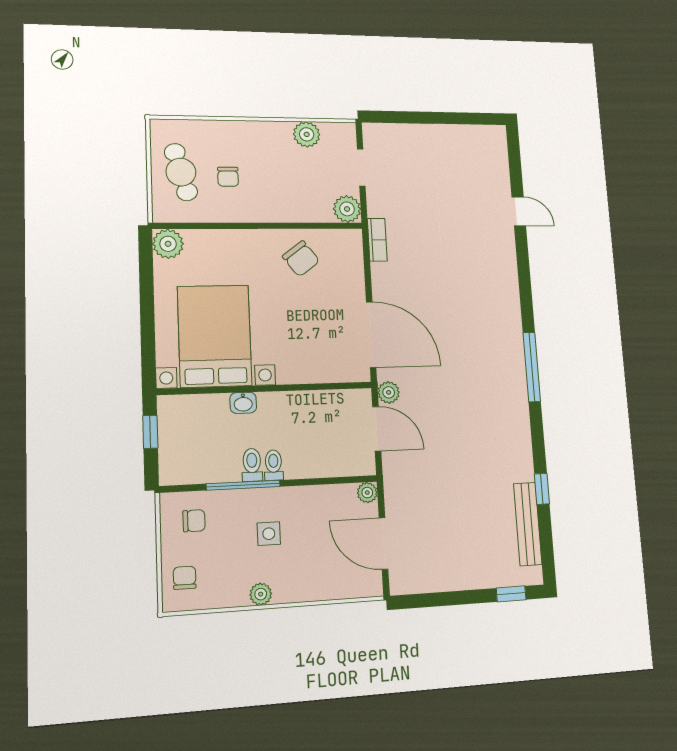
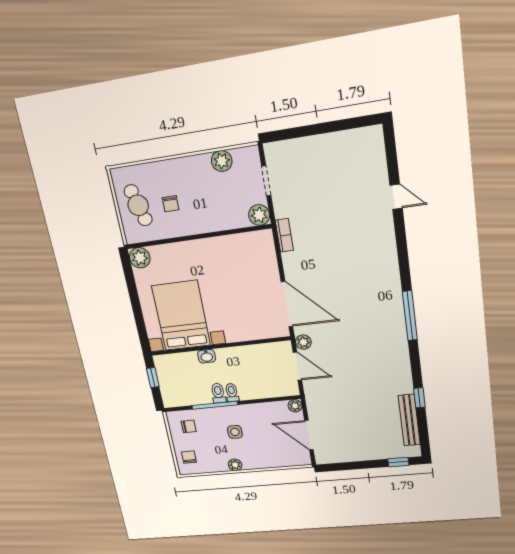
chair: (301, 259) -> (231, 257), removed

